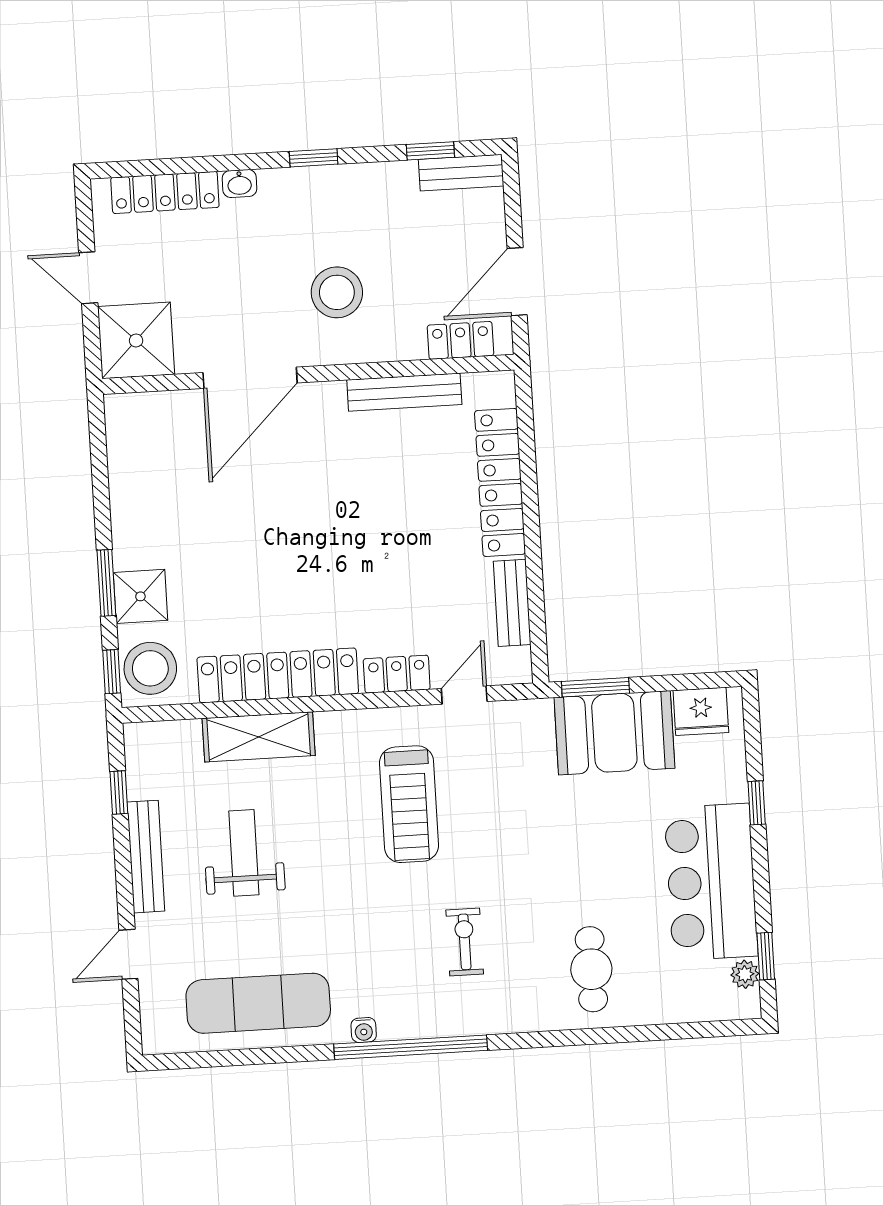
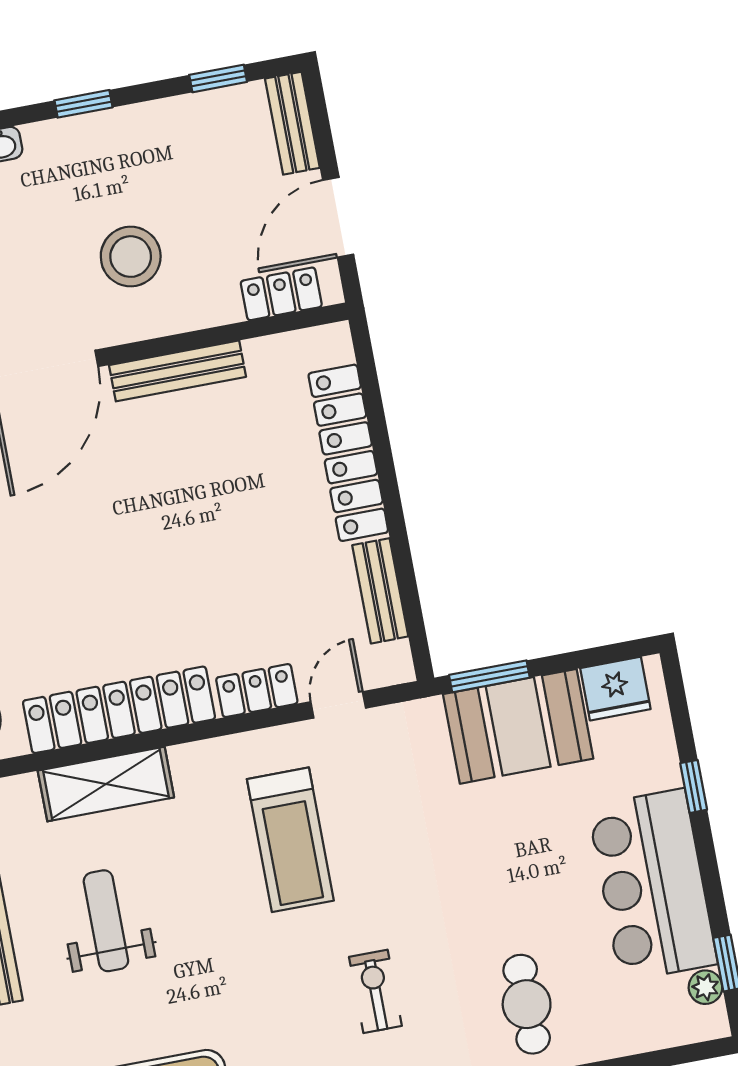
bench: (461, 173) -> (292, 123), moved, turned 90
bench: (404, 392) -> (177, 371), moved

